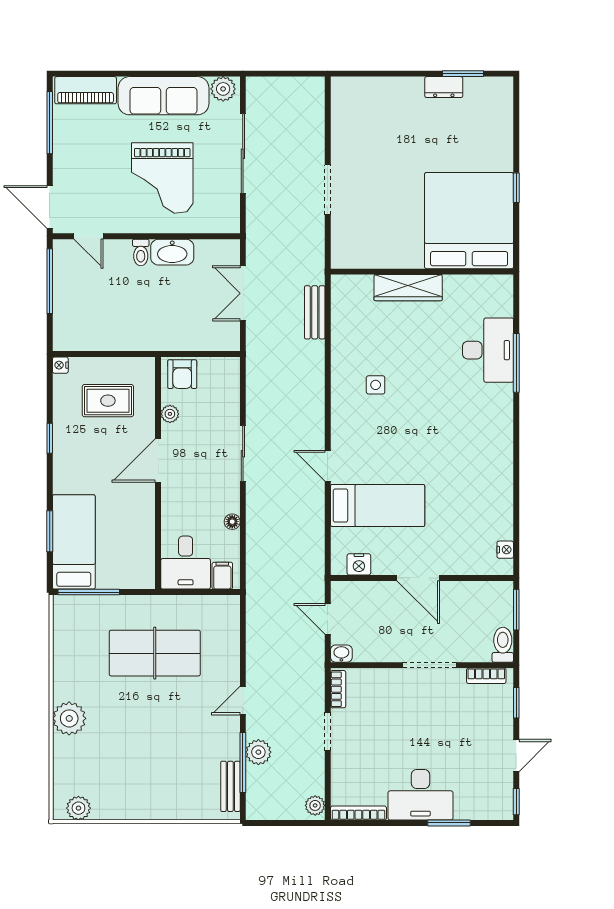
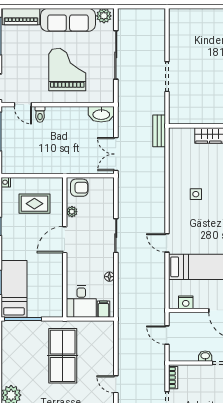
grand piano: (162, 178) -> (67, 69), turned 180
toilet: (141, 252) -> (40, 114), moved
washbasin: (172, 252) -> (101, 114), moved
double door: (243, 293) -> (116, 154), moved
bench: (315, 312) -> (159, 131), moved
armchair: (182, 374) -> (79, 188), turned -90
table tennis table: (155, 653) -> (63, 356), turned 90
washbasin: (341, 654) -> (205, 356), moved
door: (243, 700) -> (116, 384), hinge flipped

